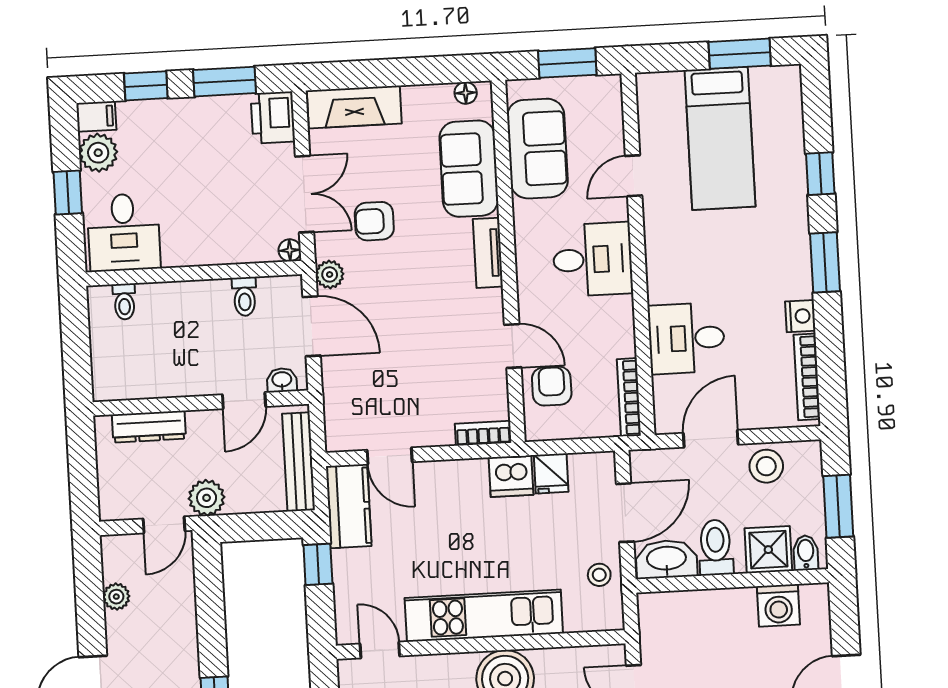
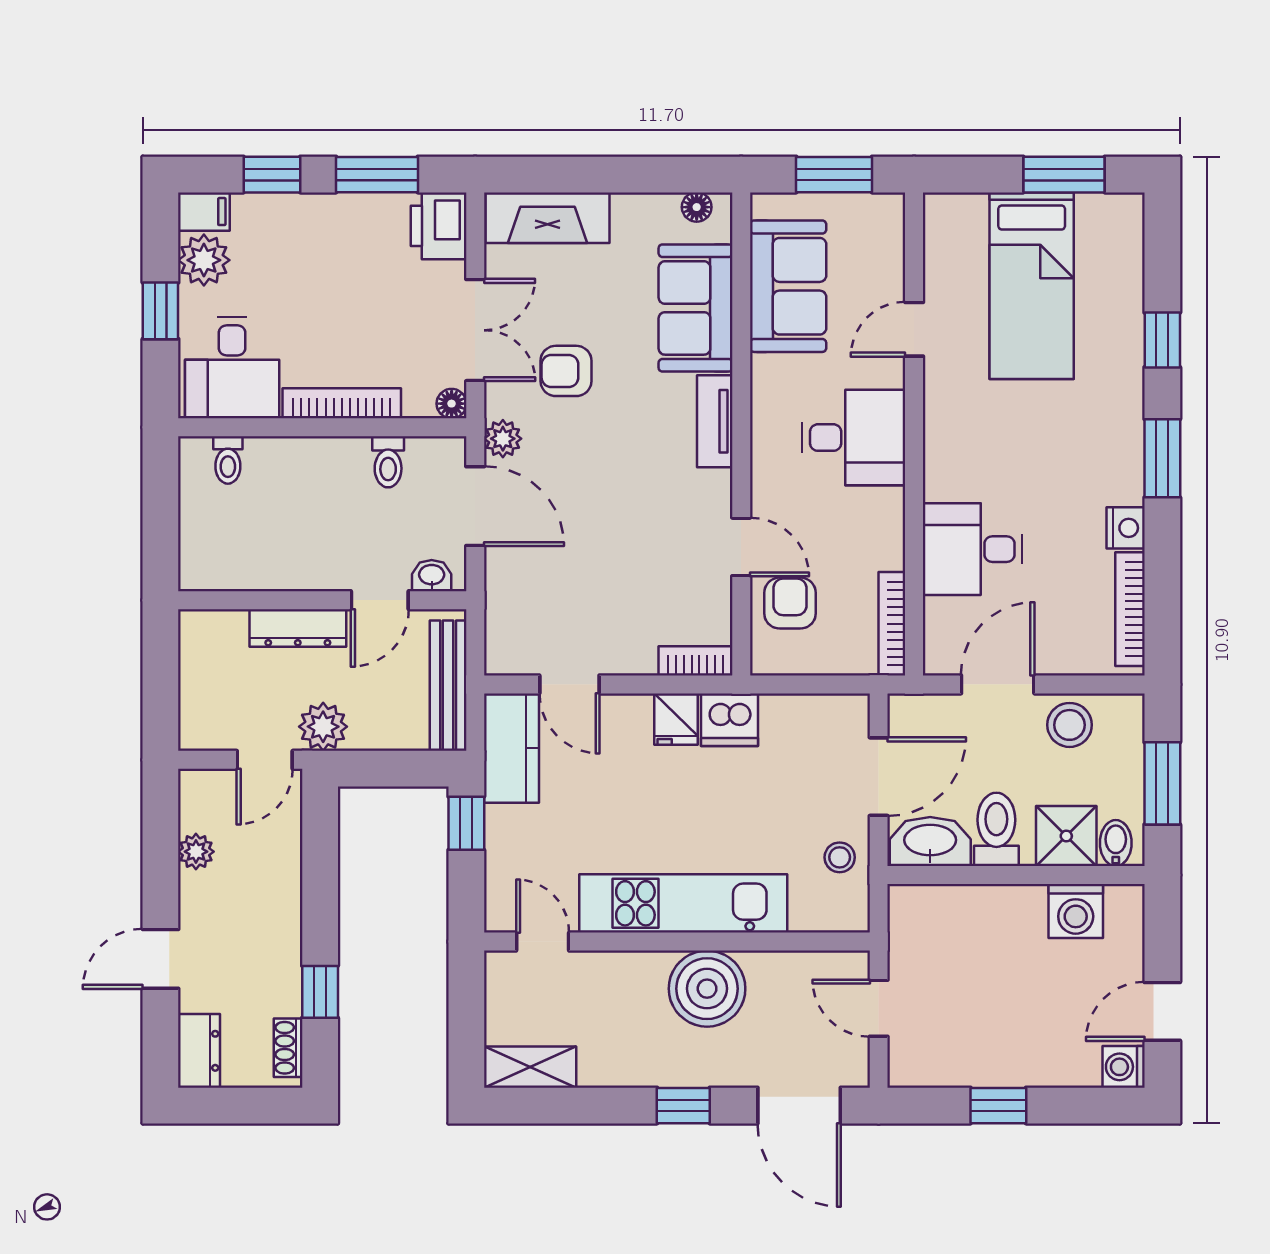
bookcase: (207, 254) -> (342, 403), added
dresser: (149, 427) -> (298, 628), moved
fridge: (551, 473) -> (676, 719), moved

